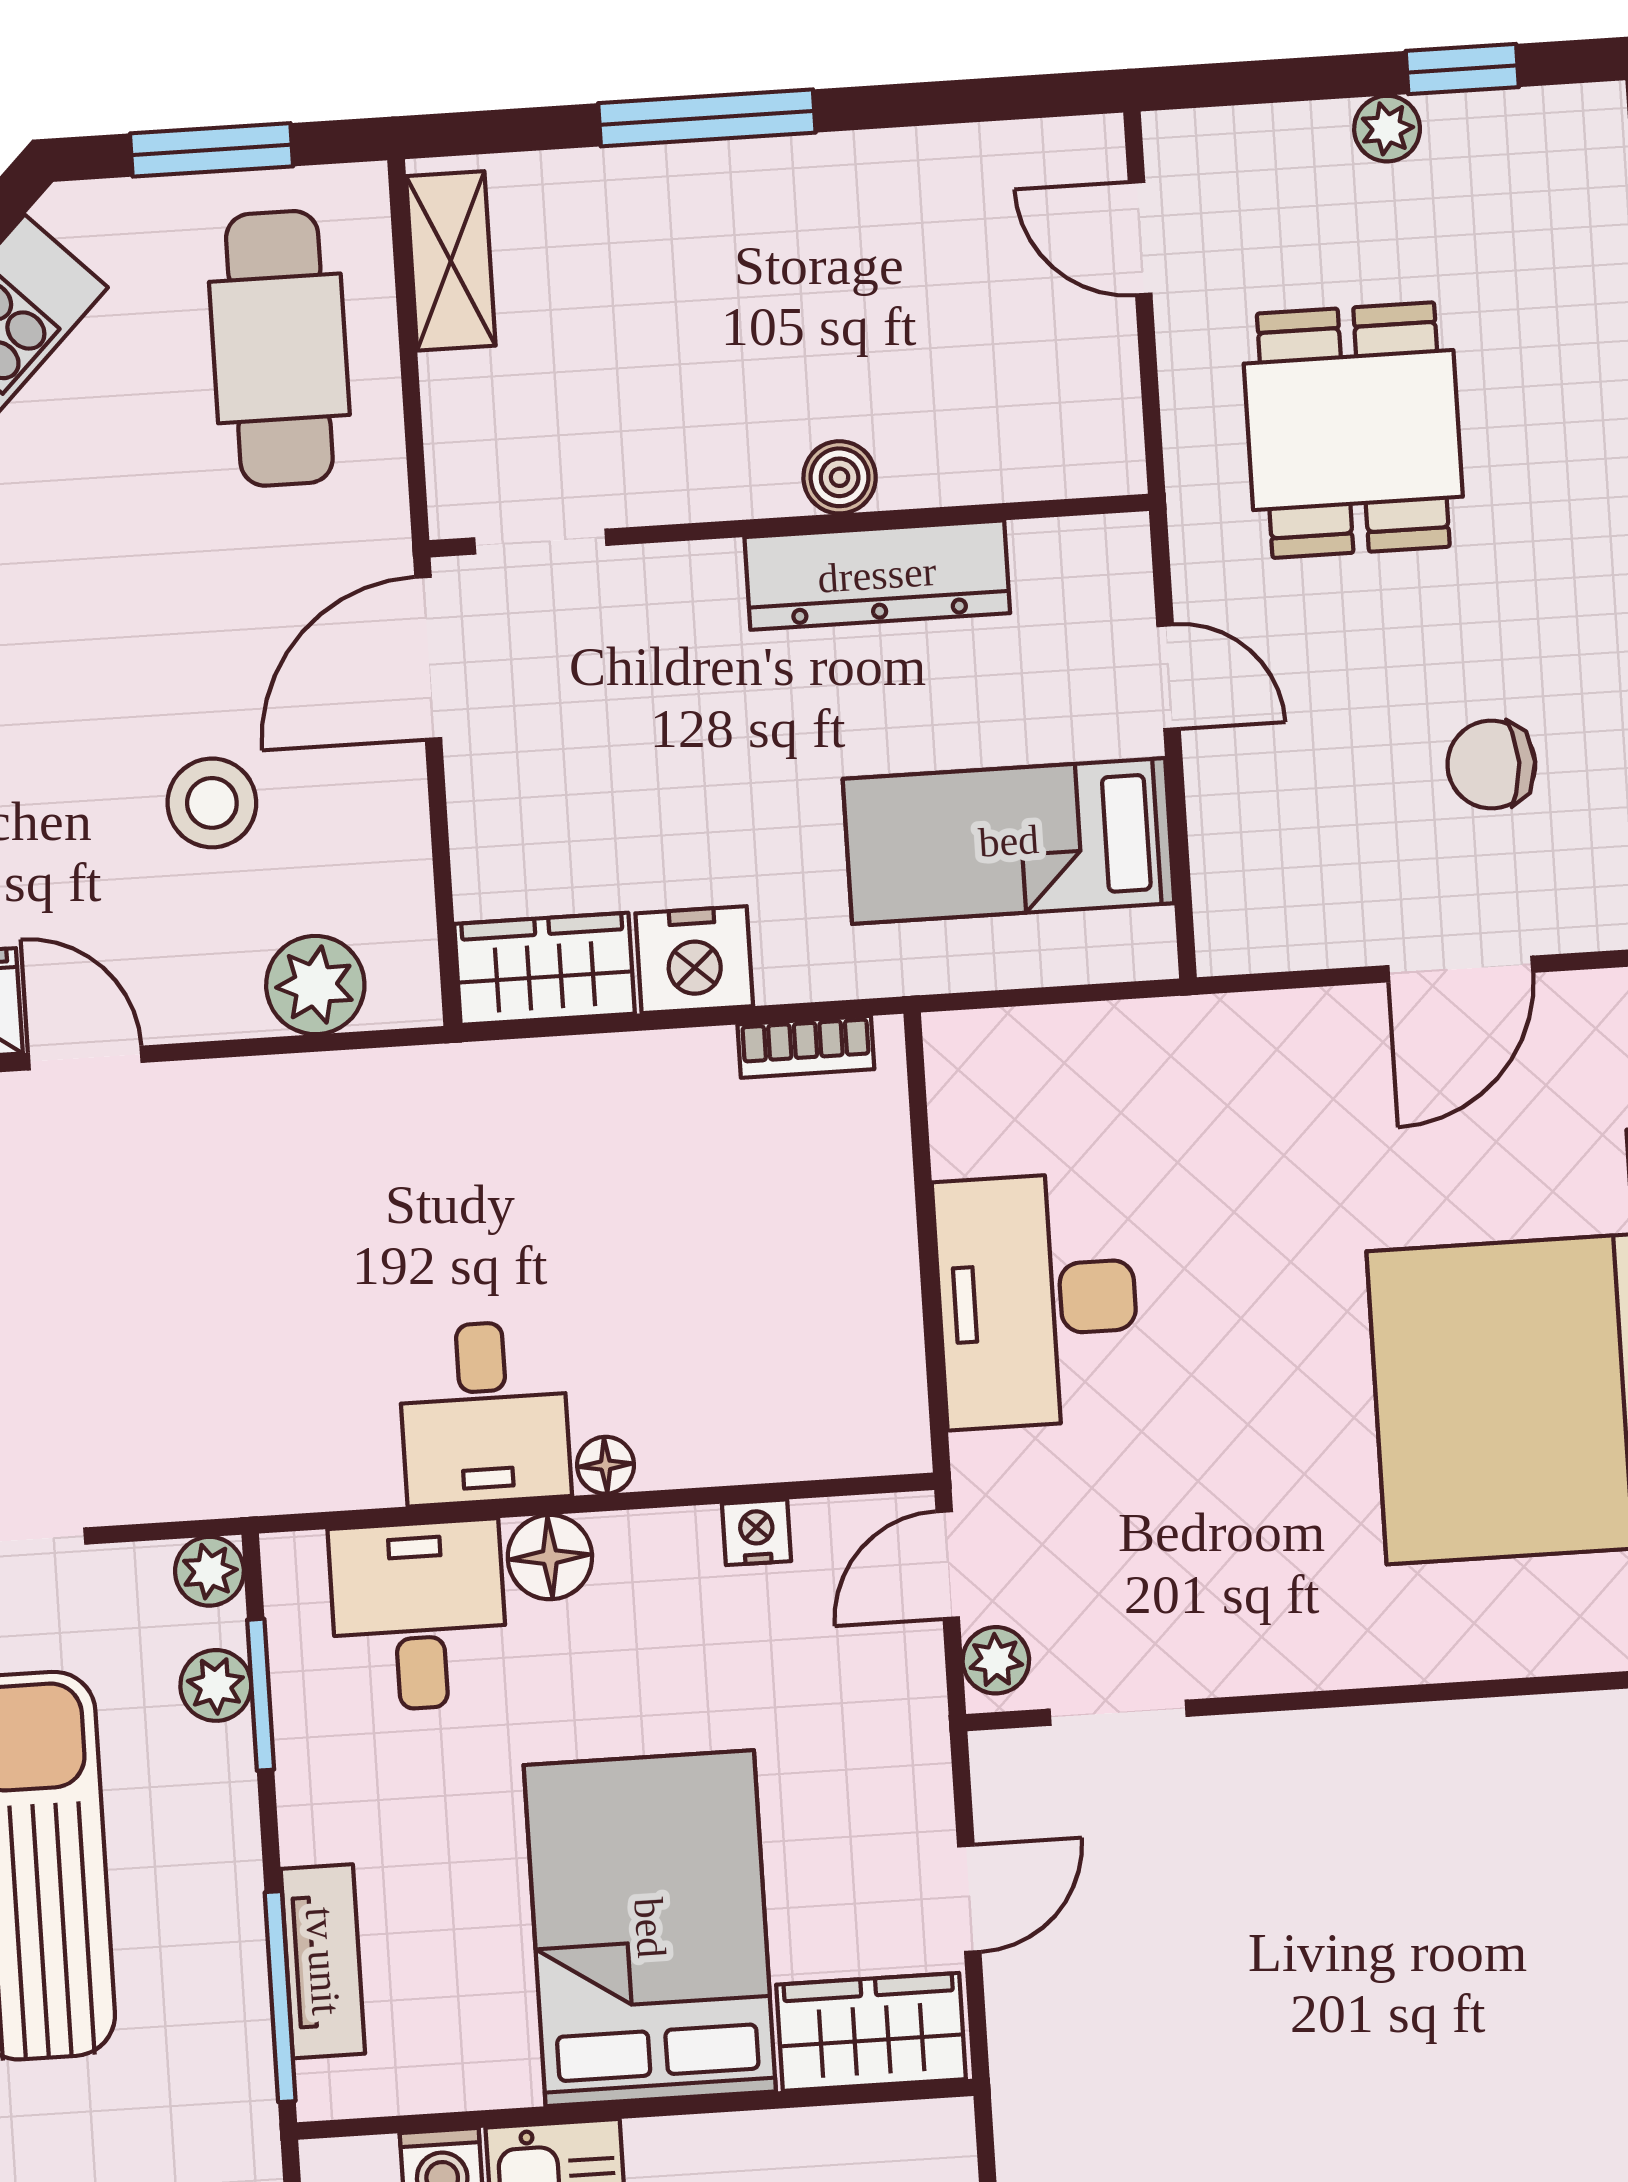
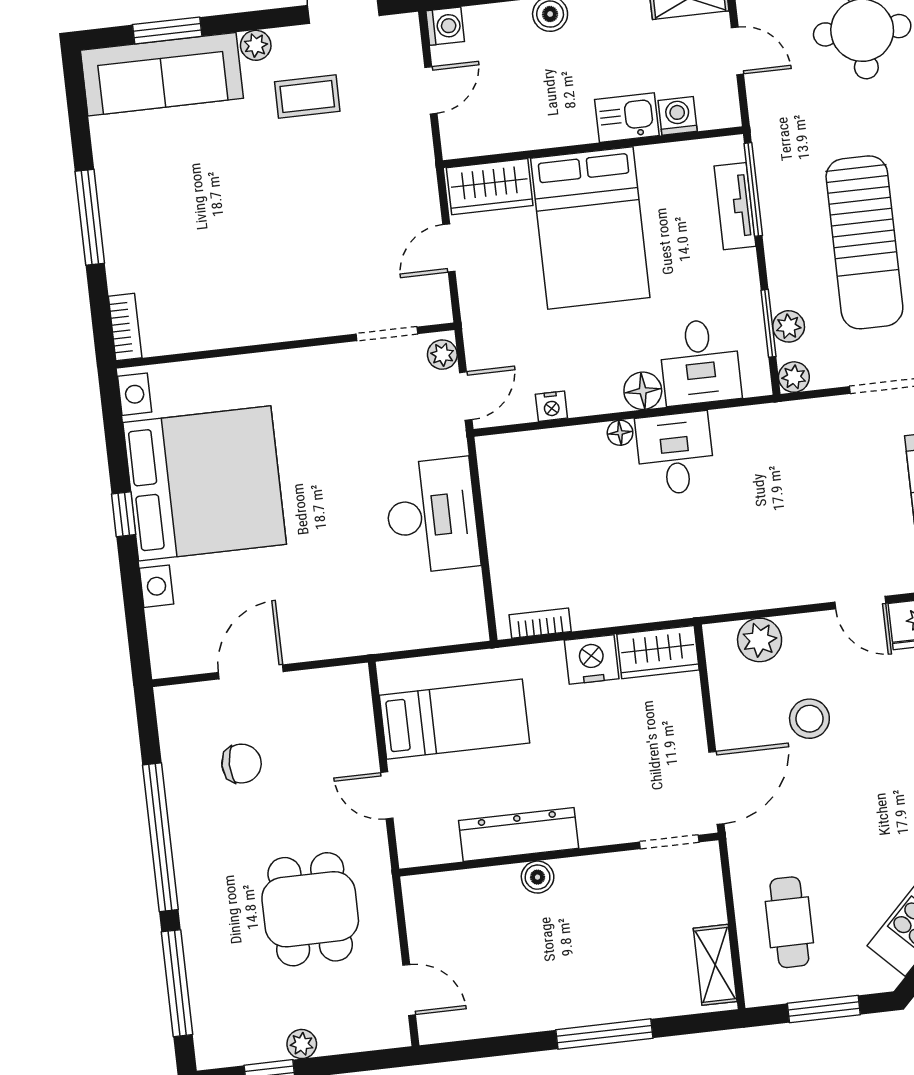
cafe table: (279, 348) -> (789, 922), width x0.73, depth x0.74

